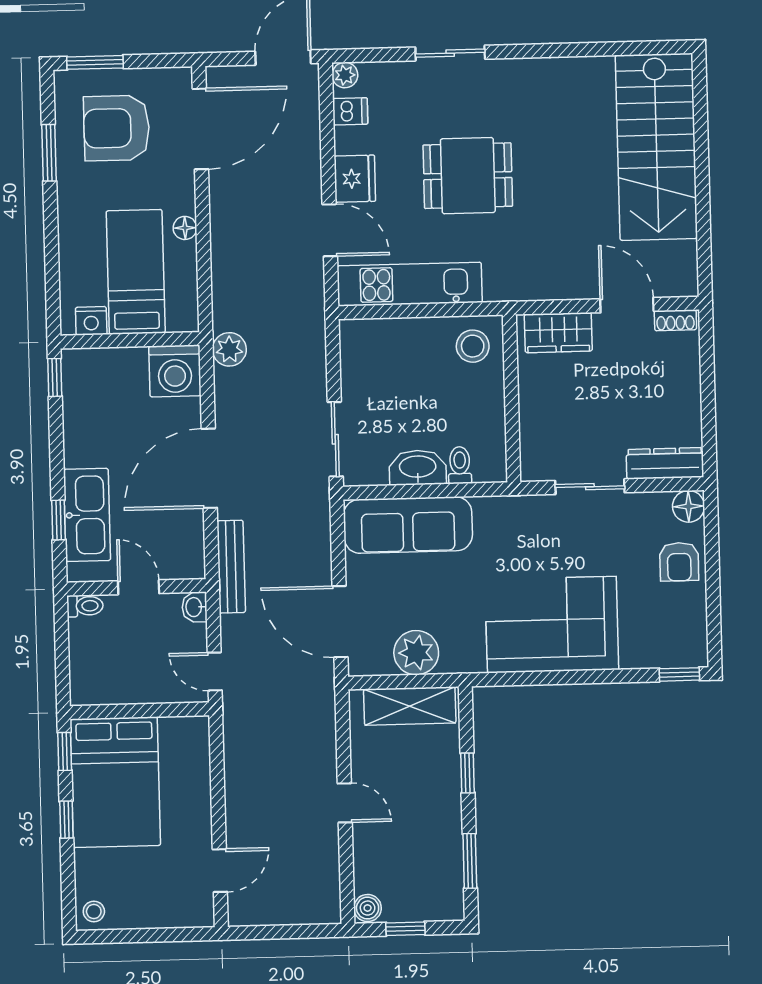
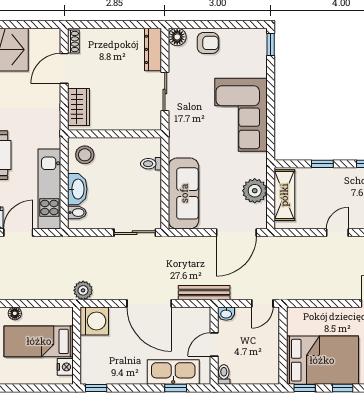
bidet: (369, 335) -> (77, 213), added
washbasin: (418, 468) -> (77, 189), moved, turned 180

